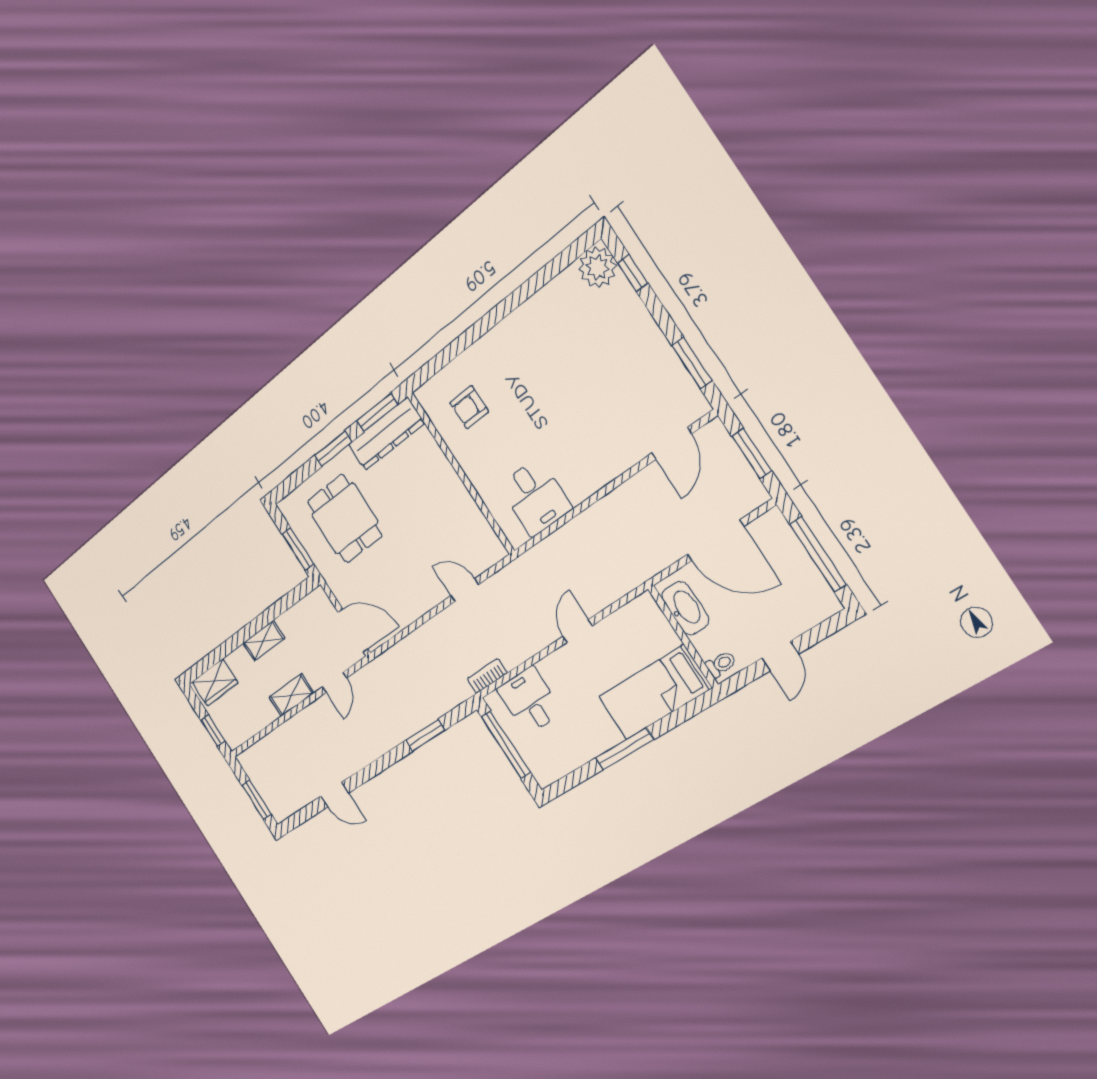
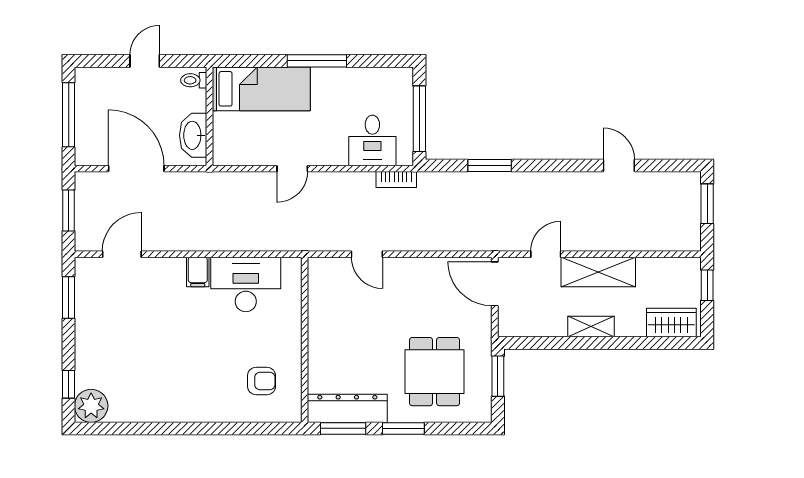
filing cabinet: (592, 474) -> (198, 272), added
desk: (535, 497) -> (246, 284), width x1.37
shelving: (291, 695) -> (598, 272), width x1.50, depth x1.33

